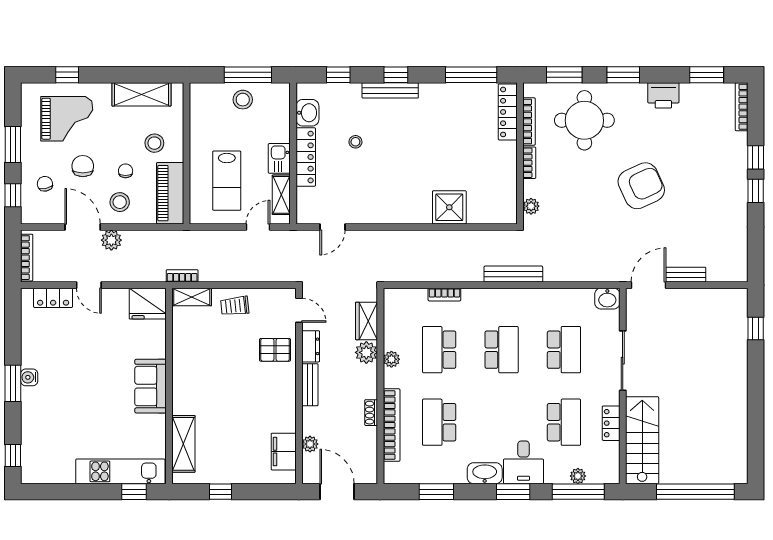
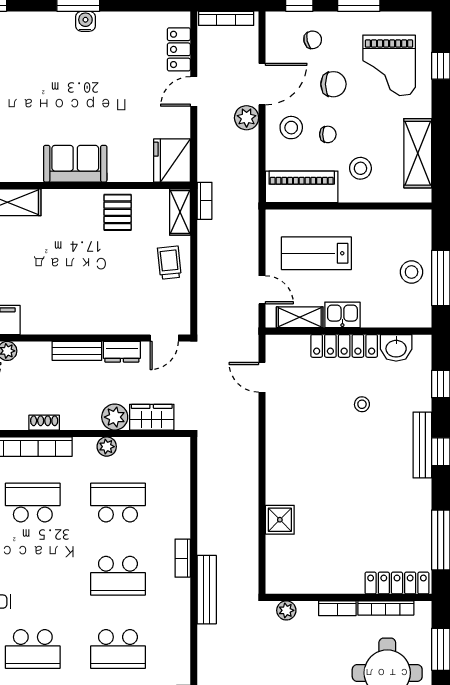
shower: (449, 207) -> (280, 520), width x0.73, depth x0.73
bookcase: (444, 295) -> (183, 558), moved
pallet: (275, 350) -> (118, 212), moved

